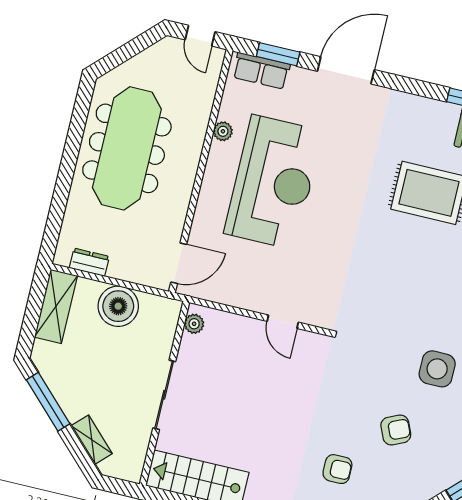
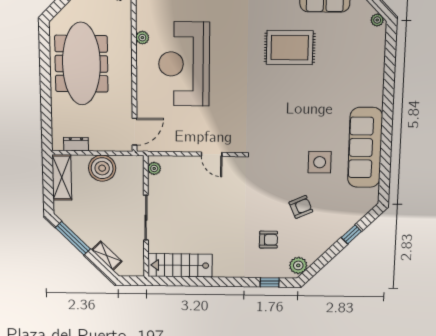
reception desk: (273, 182) -> (184, 64), turned 180

